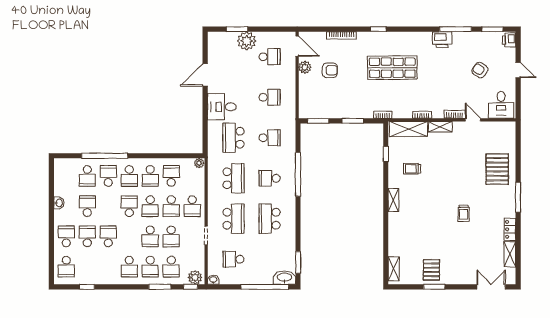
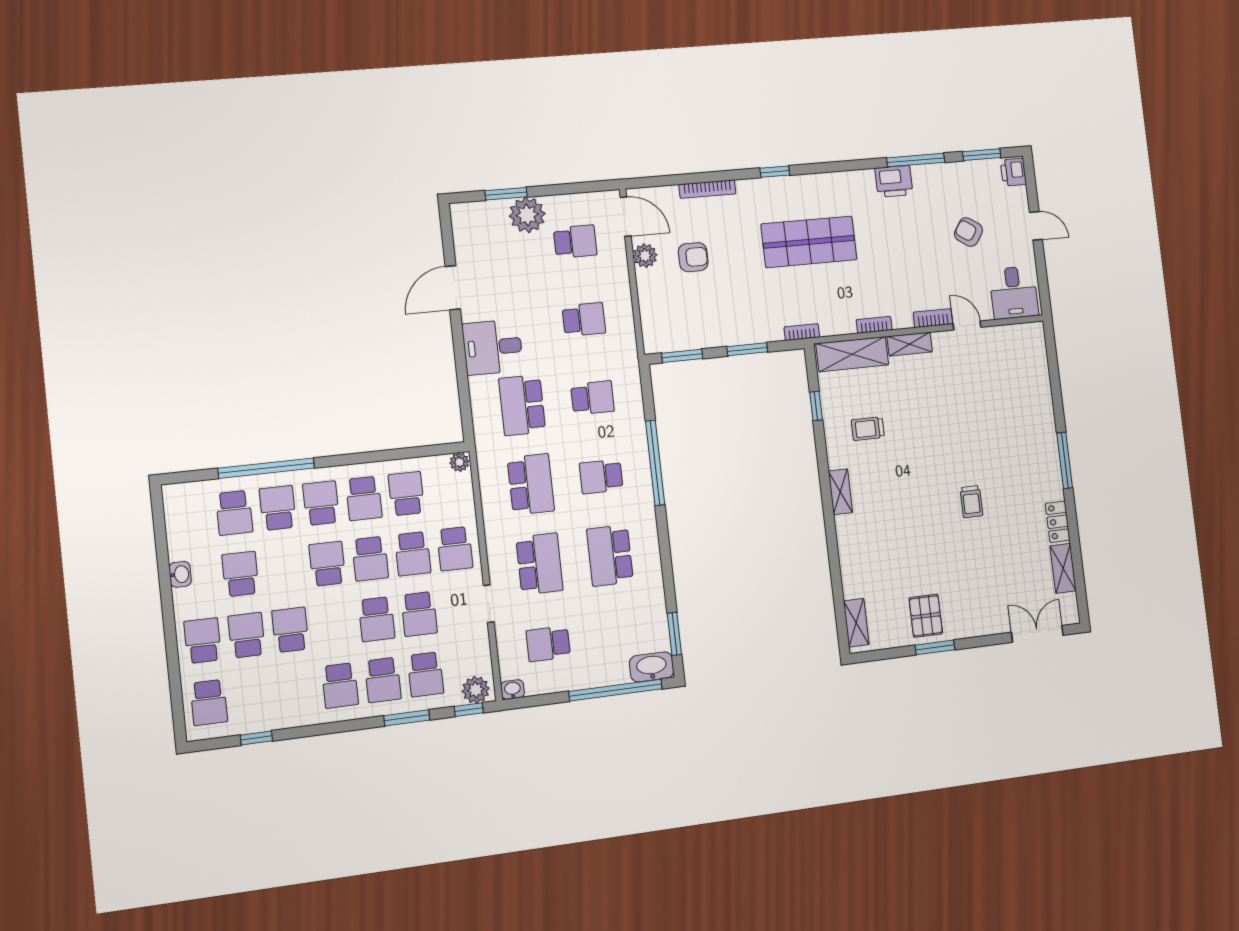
pallet: (497, 169) -> (1021, 413), removed
school desk: (129, 176) -> (321, 503), turned 180

